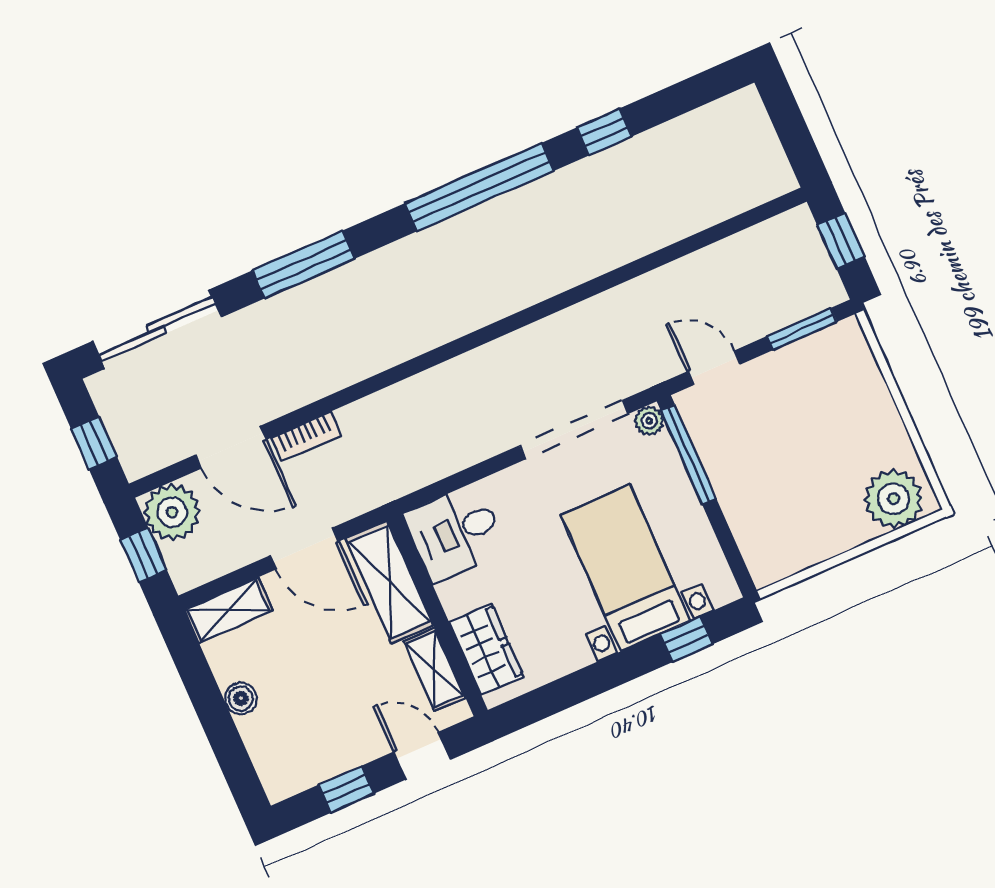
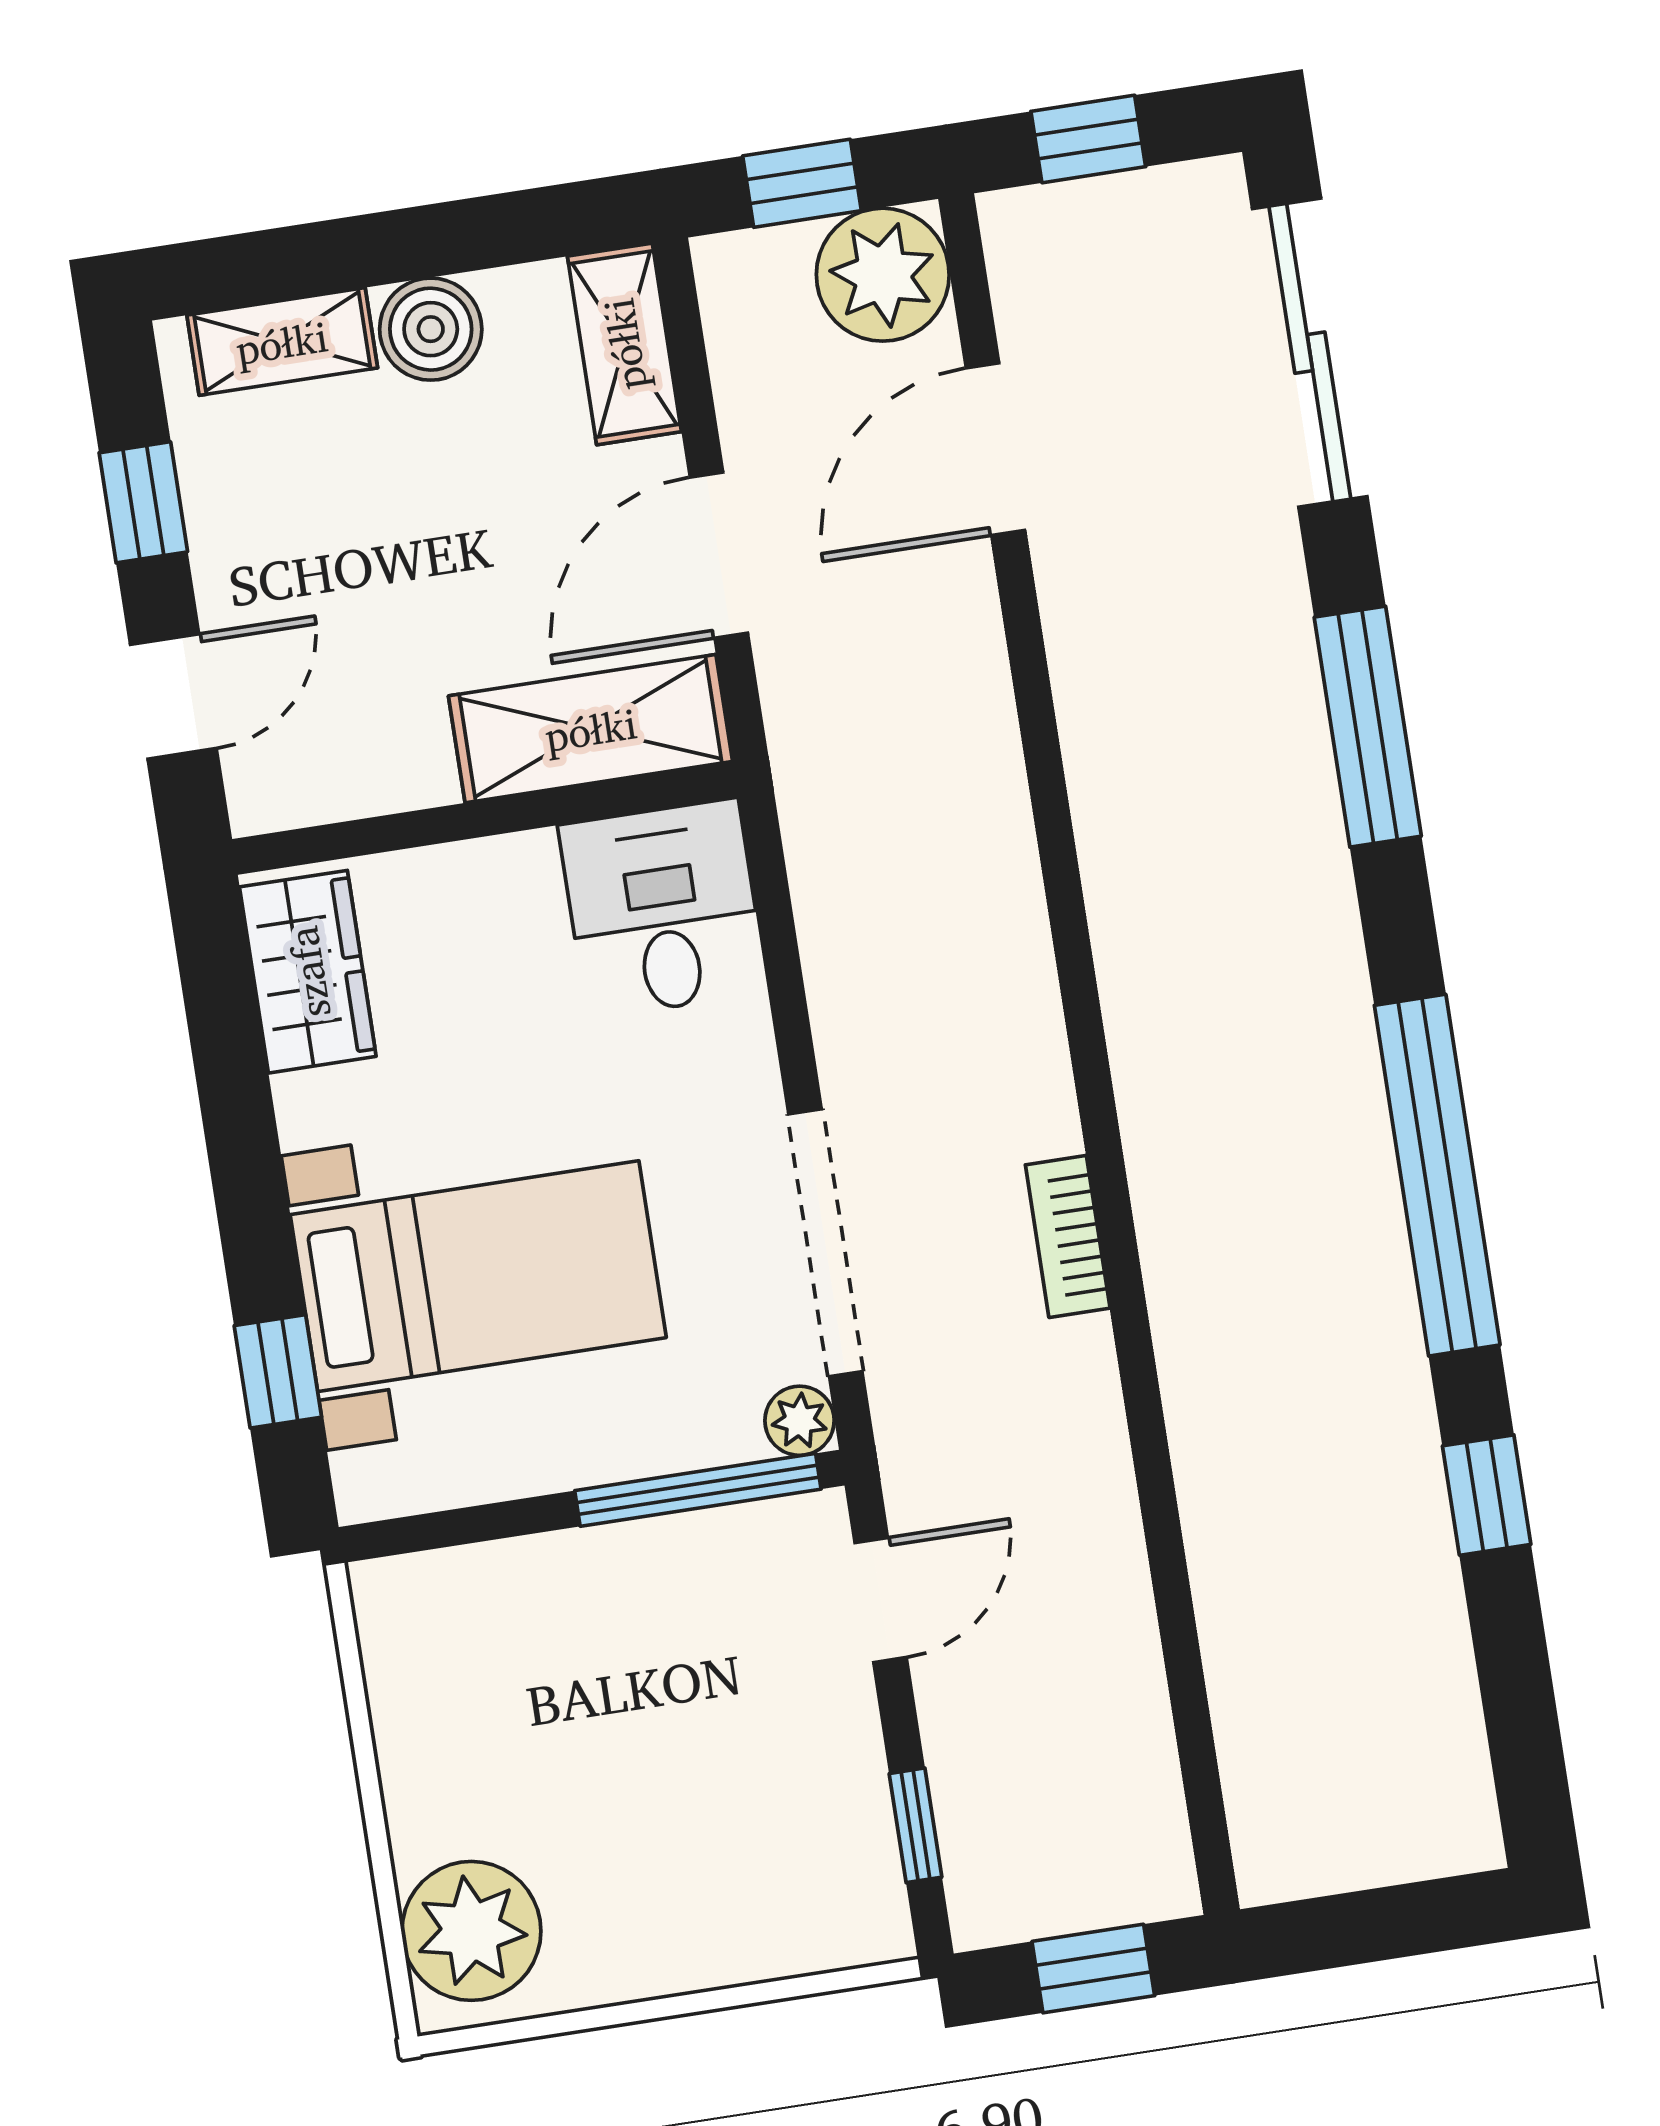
window: (802, 329) -> (916, 1825), width x0.67
bookcase: (306, 437) -> (1068, 1236), moved
wardrobe: (486, 649) -> (308, 972), moved, turned -90
shelving: (434, 670) -> (282, 342), moved
boiler: (241, 698) -> (431, 329), width x1.36, depth x1.36

